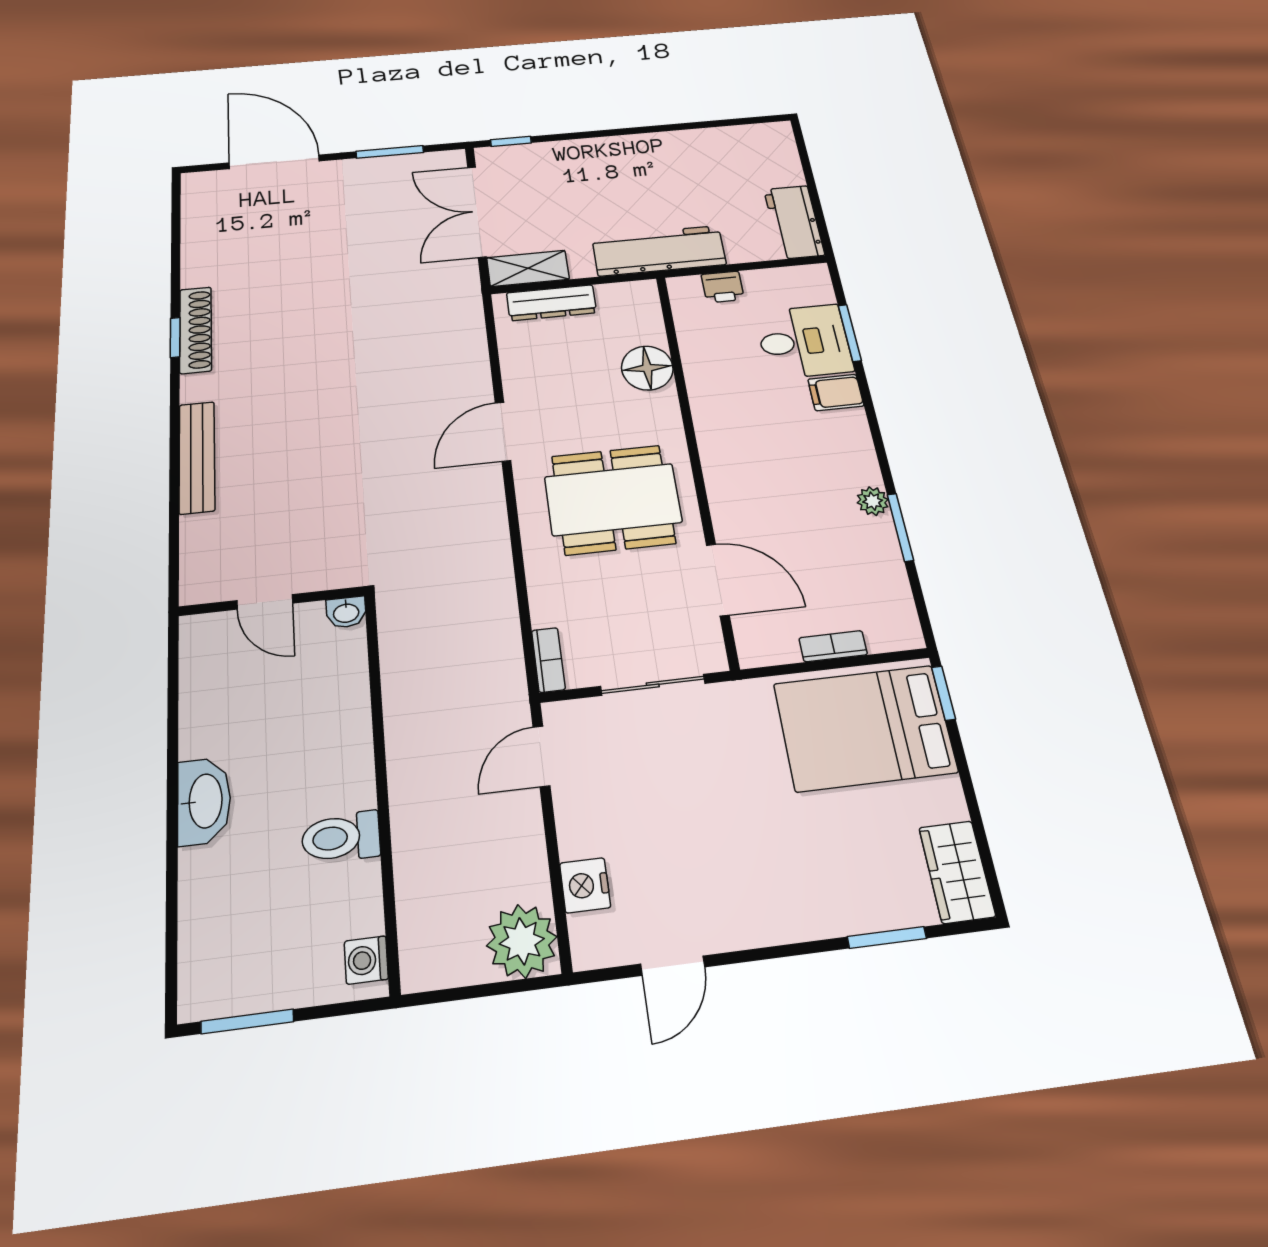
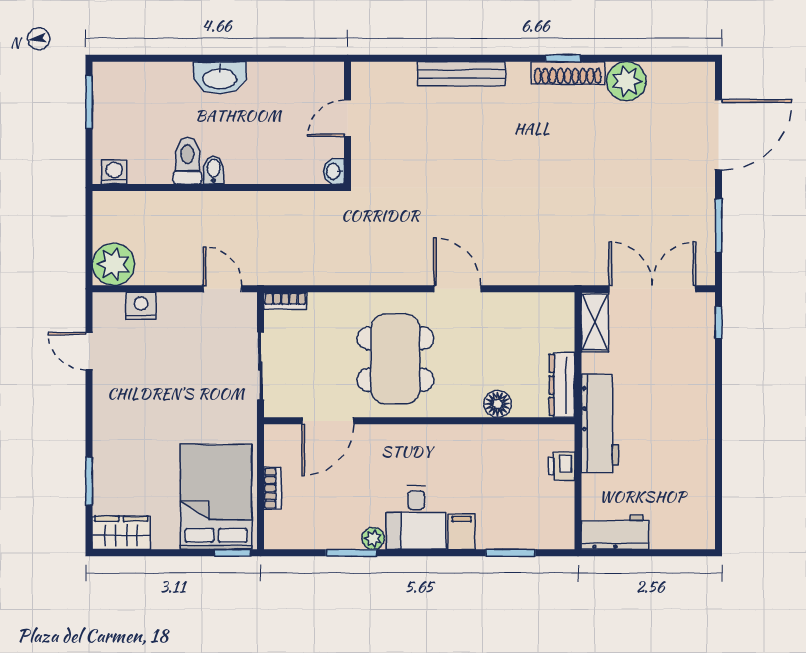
plant: (206, 263) -> (627, 81), added
dresser: (552, 303) -> (562, 385), moved
desk: (804, 341) -> (416, 517), moved
floor lamp: (647, 368) -> (498, 404), width x0.73, depth x0.73
bidet: (354, 793) -> (214, 170), added

